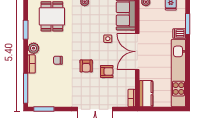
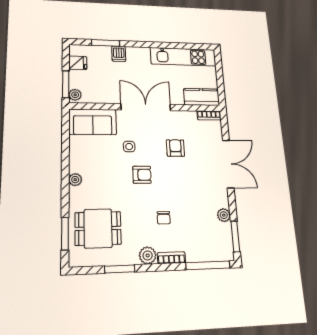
double door: (137, 52) -> (146, 107), swing flipped
armchair: (86, 66) -> (142, 175), moved
kitchen unit: (178, 73) -> (183, 57), width x0.73
plant: (59, 102) -> (224, 215), added

